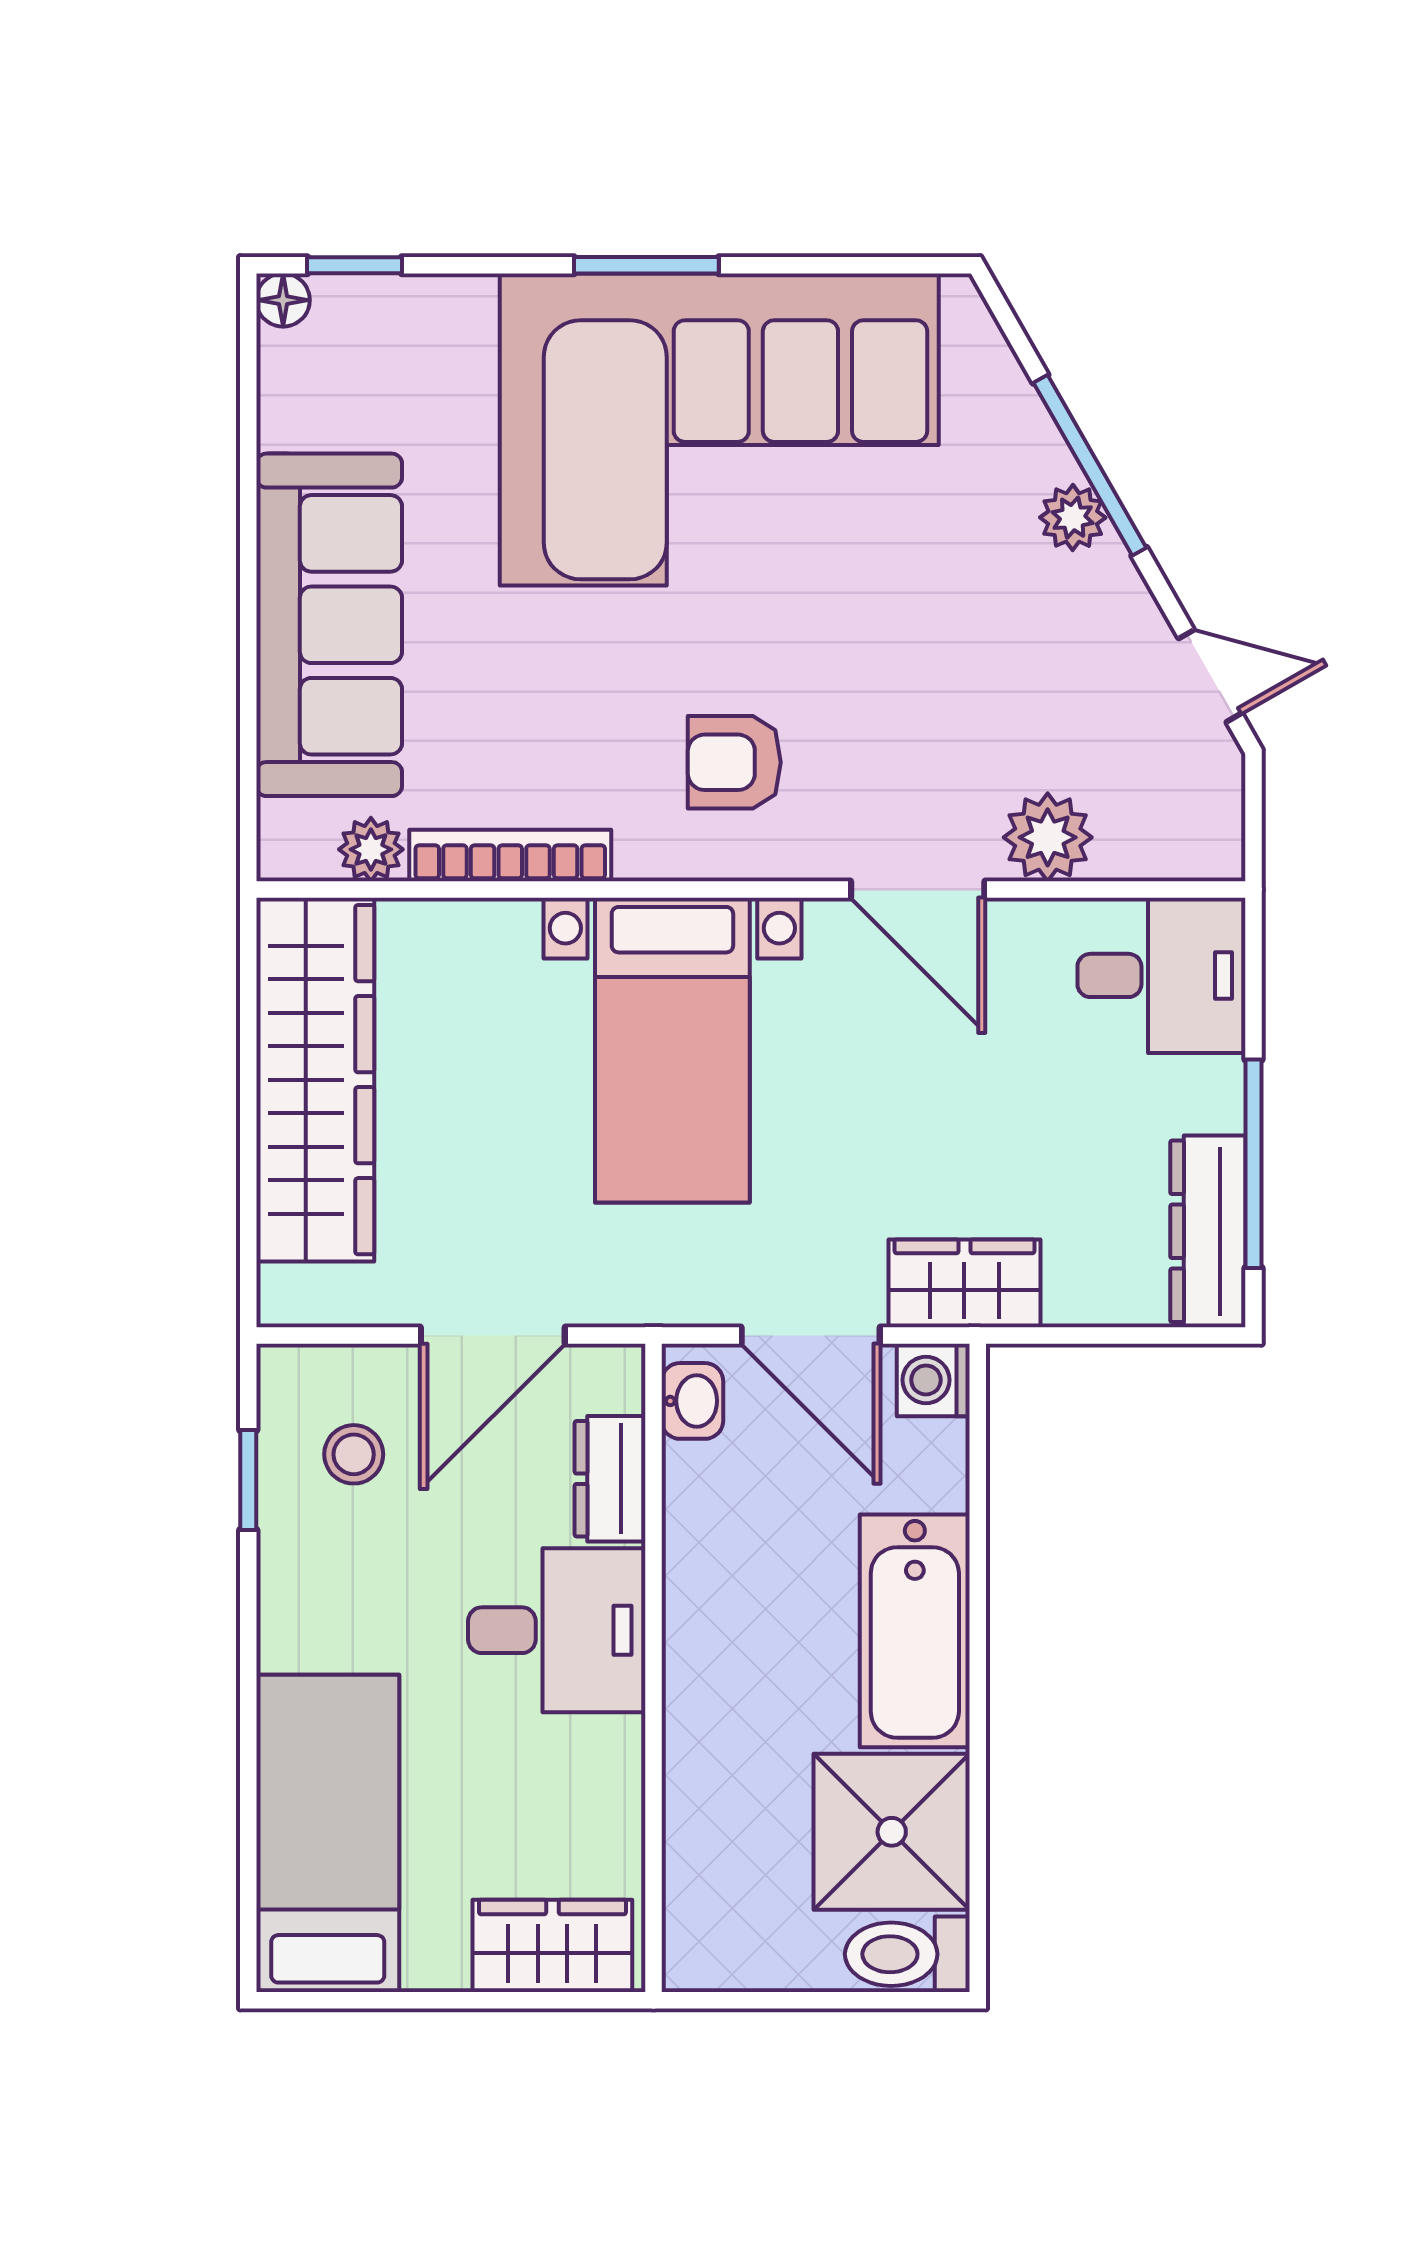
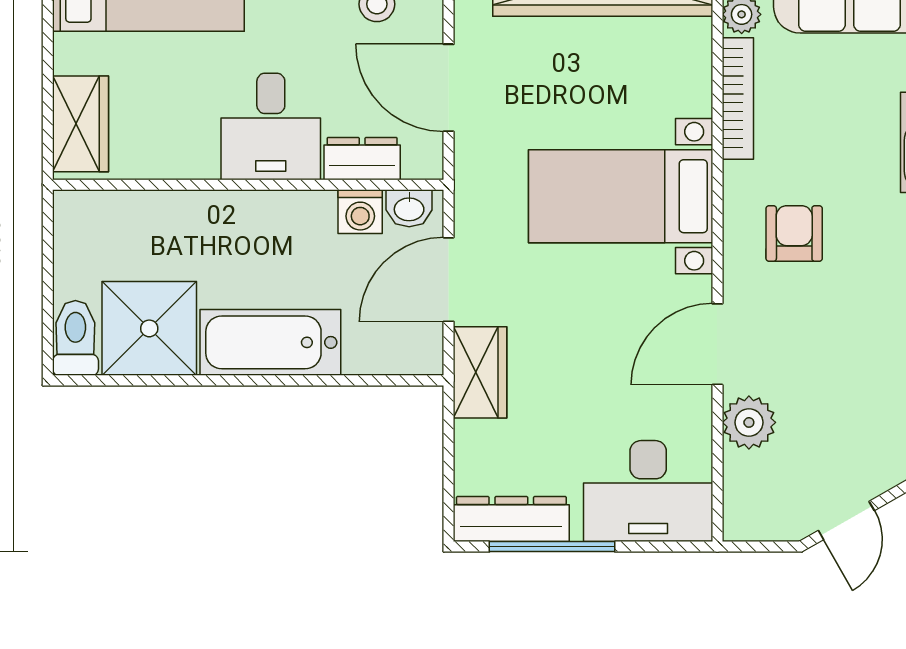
desk: (1161, 975) -> (648, 491), width x1.37
washing machine: (933, 1380) -> (360, 212), moved, turned 180

